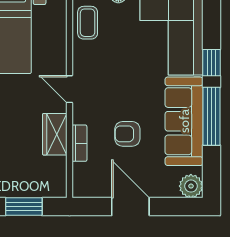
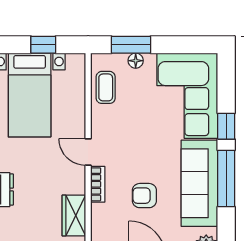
wardrobe: (55, 134) -> (74, 216), moved
bookcase: (79, 143) -> (98, 184), moved

